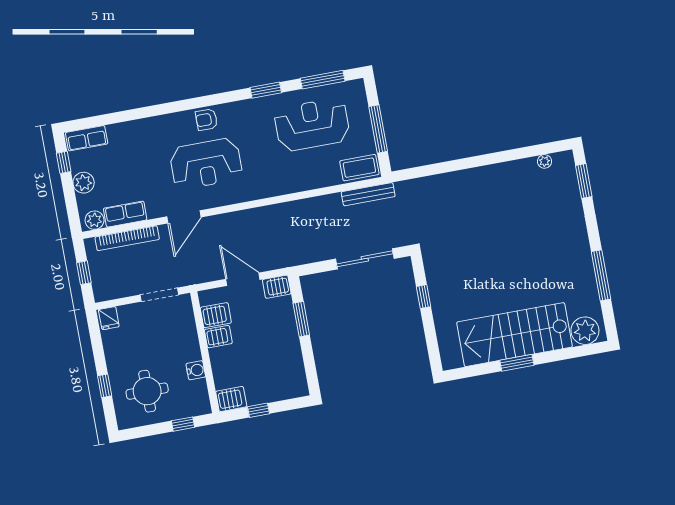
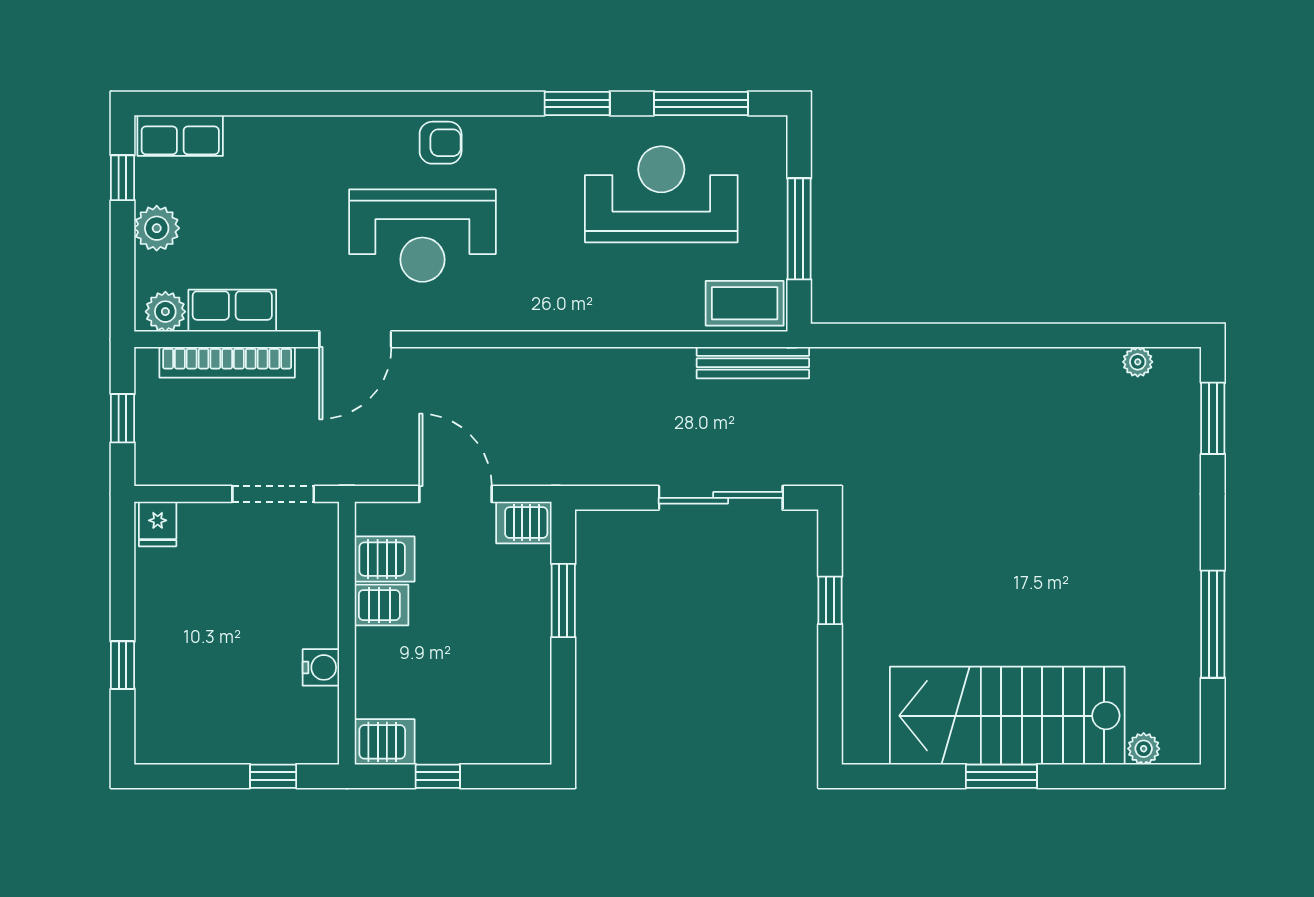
armchair: (206, 120) -> (441, 143), turned 180
plant: (585, 331) -> (1144, 749), width x0.53, depth x0.53
round table: (147, 391) -> (210, 693), removed

